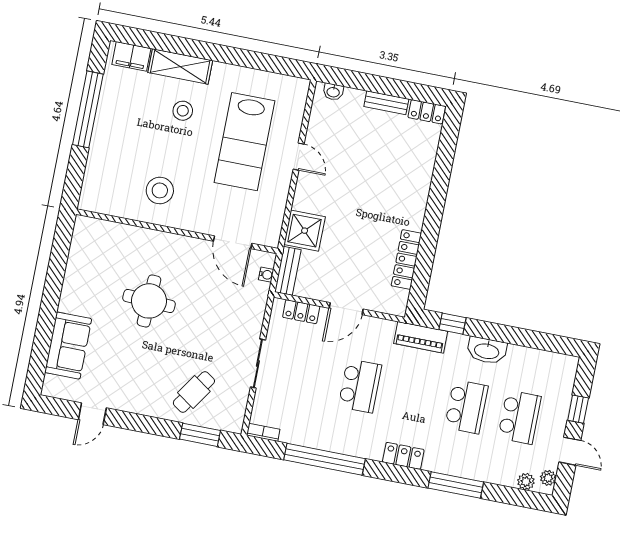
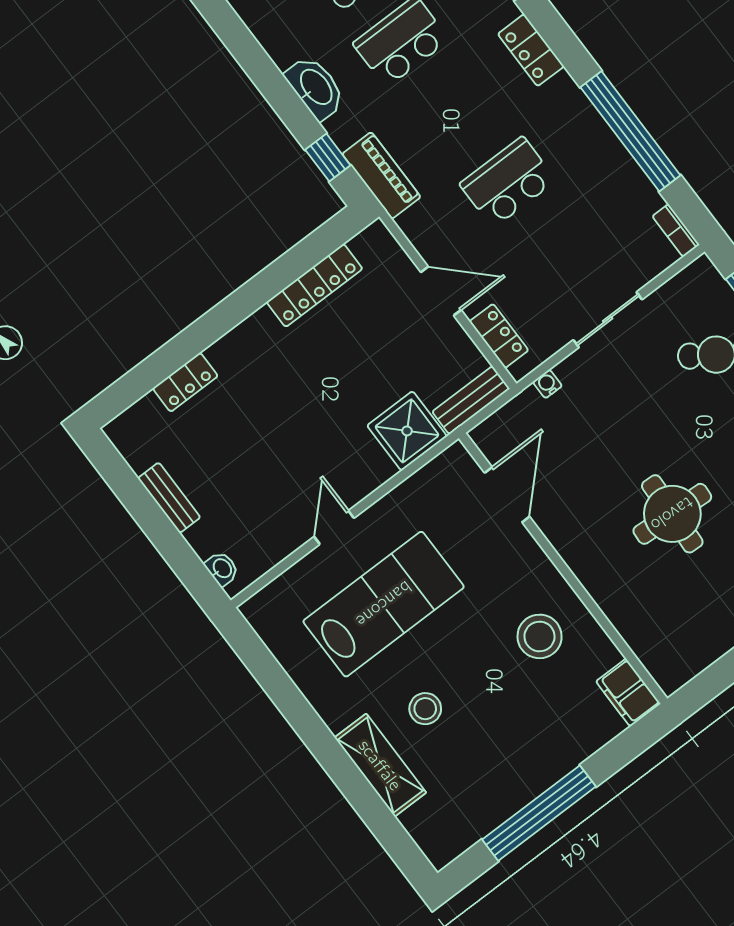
filing cabinet: (131, 56) -> (628, 693), moved, turned 180
locker: (427, 112) -> (185, 382), moved, turned 90
water cooler: (266, 275) -> (547, 384), moved

